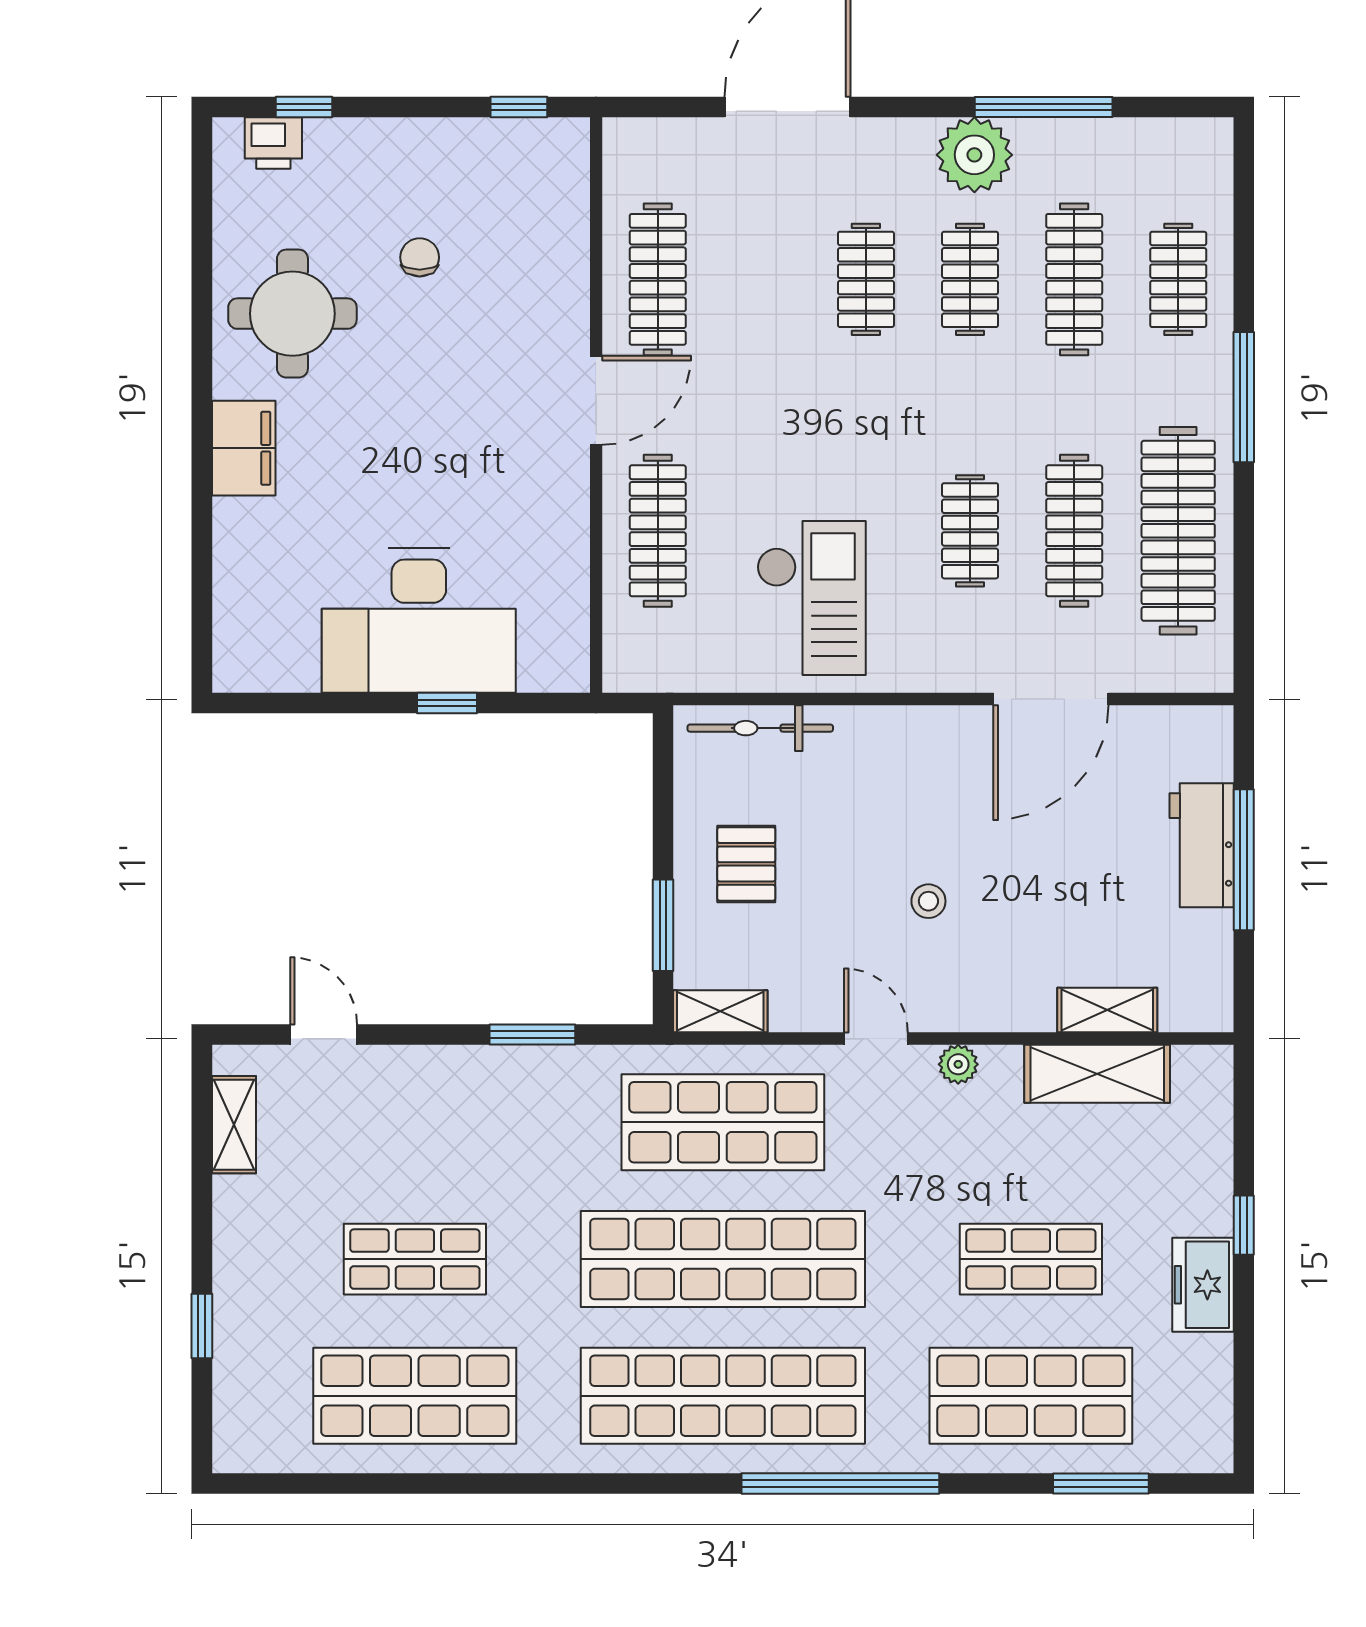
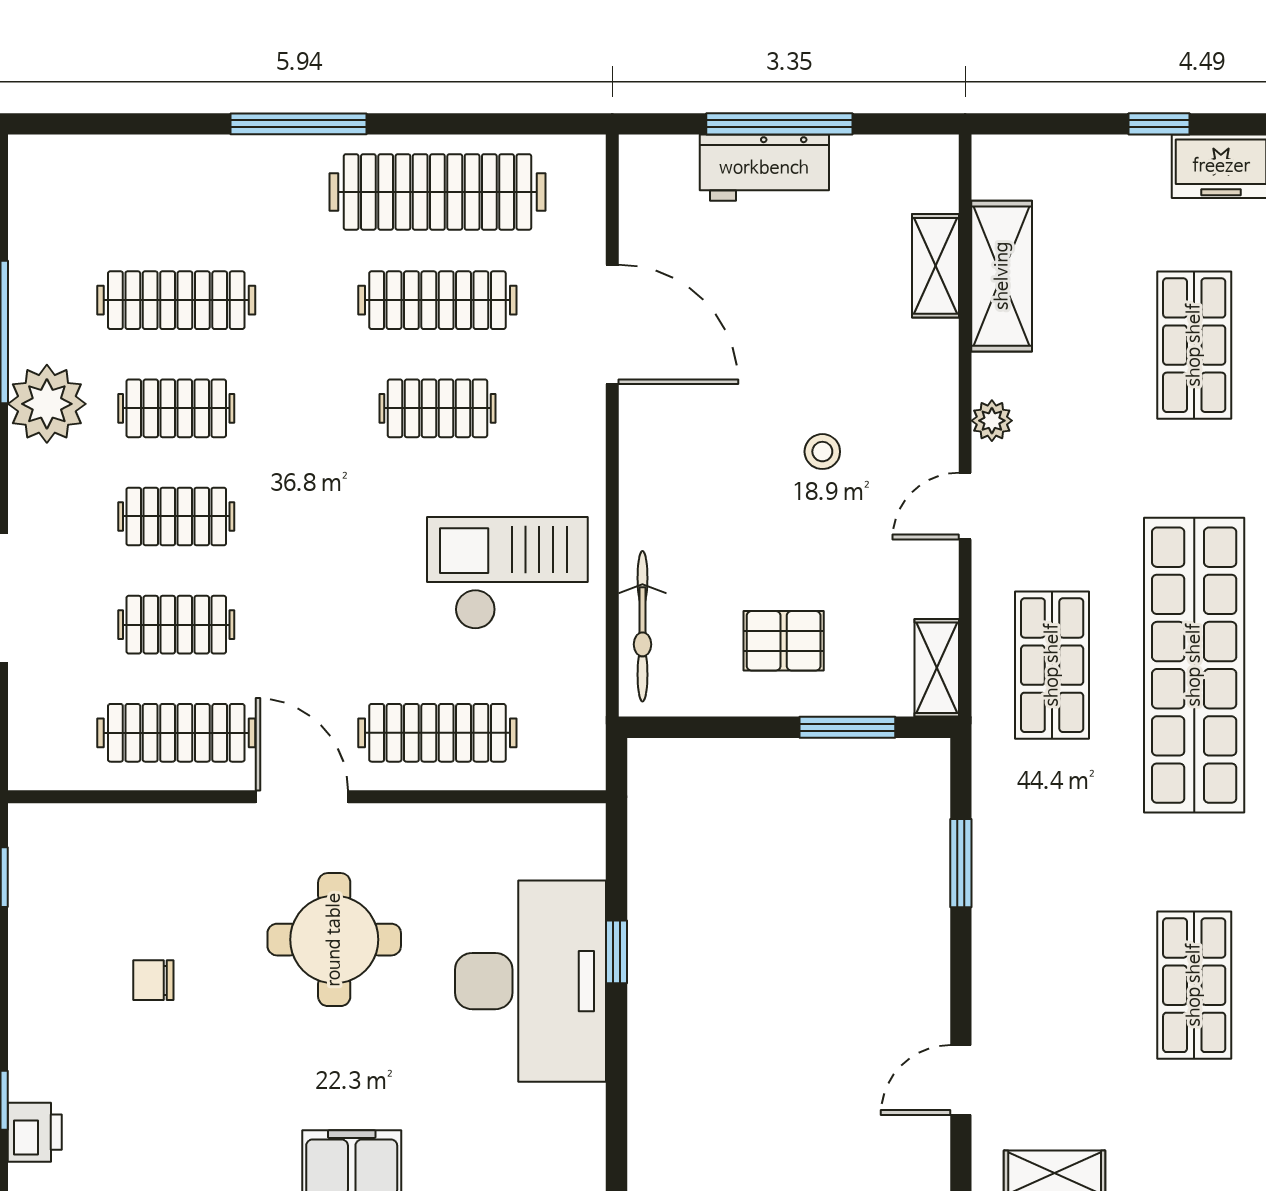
clothes rail: (1178, 279) -> (176, 625), moved
round table: (292, 314) -> (334, 940), moved
shop shelf: (723, 1122) -> (1052, 665), width x0.70, depth x0.74

